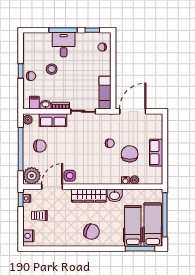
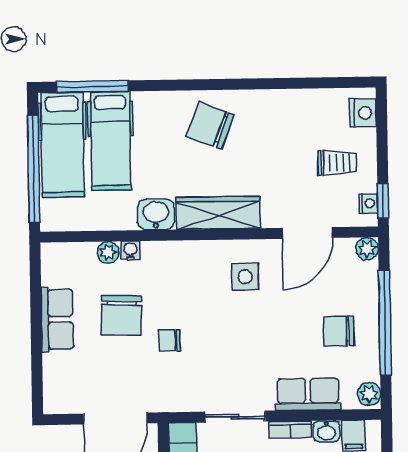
plant: (32, 176) -> (367, 249), width x0.53, depth x0.53
side table: (70, 176) -> (245, 277), moved

